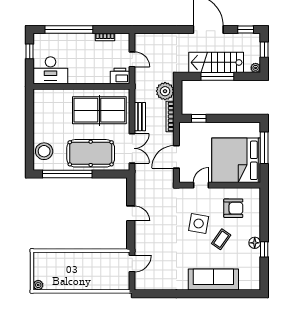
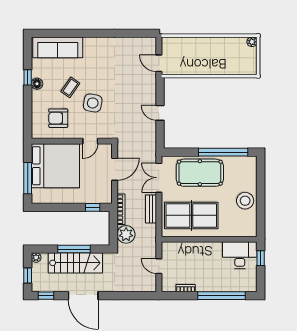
window: (30, 51) -> (261, 258), moved
printer: (120, 76) -> (171, 250), removed
stool: (44, 151) -> (245, 201), moved
door: (132, 263) -> (159, 63), hinge flipped
sofa: (213, 279) -> (58, 47), moved

